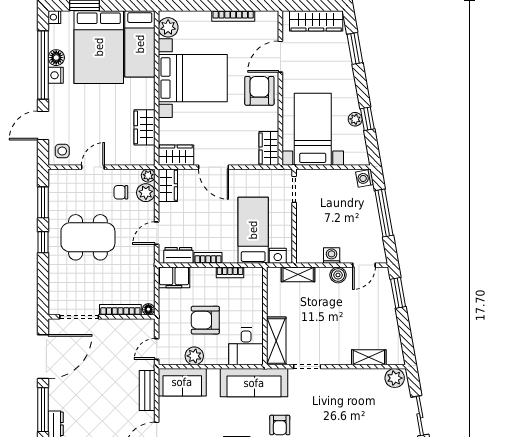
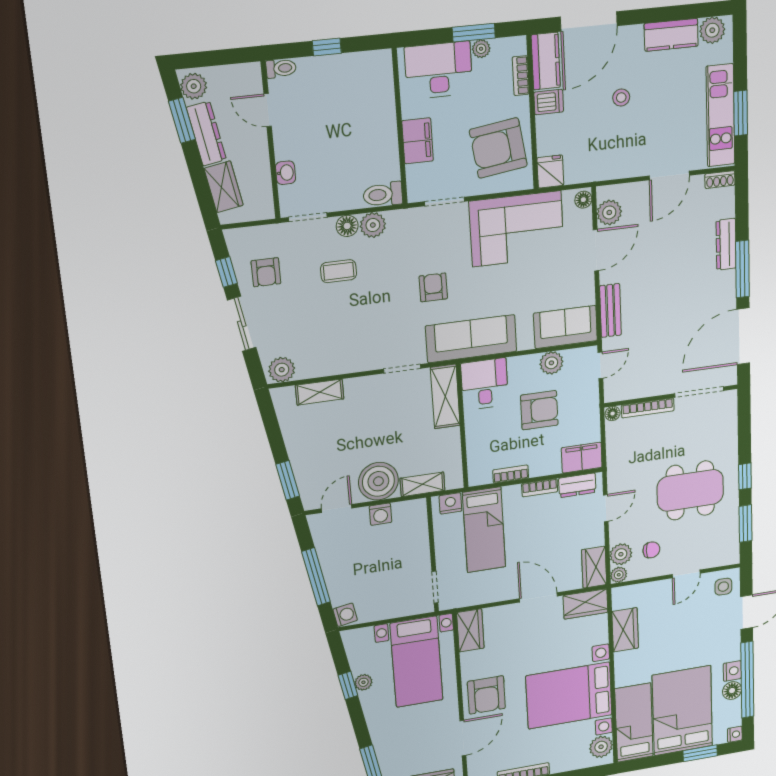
boiler: (338, 275) -> (378, 481), width x1.86, depth x1.86

